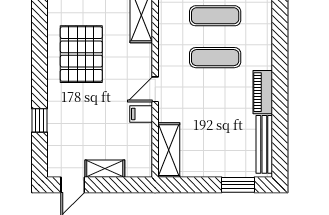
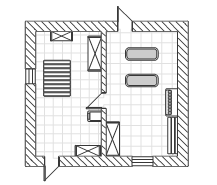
window: (39, 120) -> (30, 76), moved
shelving: (105, 169) -> (88, 151), moved
window: (238, 185) -> (143, 161), moved

